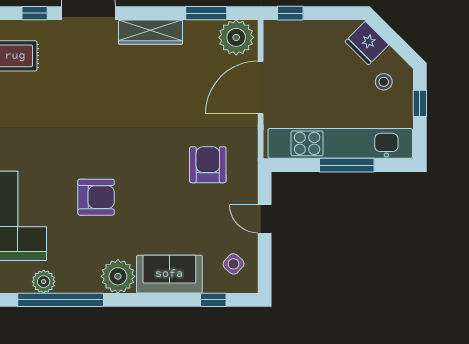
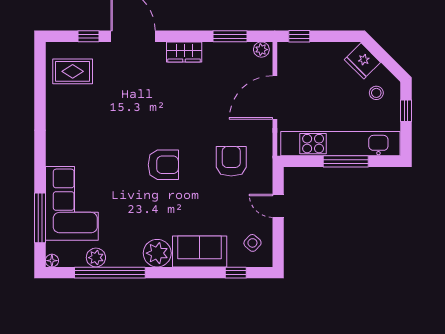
wardrobe: (151, 32) -> (184, 52), width x0.67
plant: (236, 37) -> (261, 50), width x0.53, depth x0.53
armchair: (96, 197) -> (163, 165), moved

